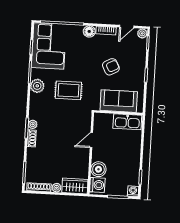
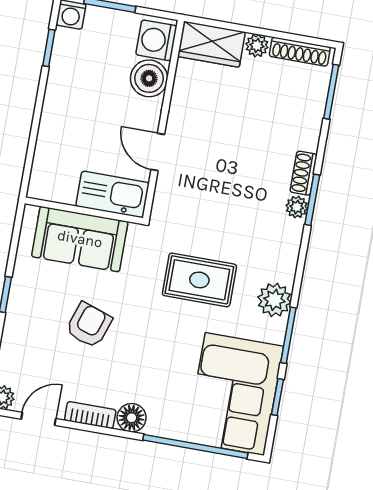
armchair: (111, 67) -> (89, 325), turned 137
kitchen sink: (127, 122) -> (113, 194), moved
door: (91, 140) -> (158, 152), swing flipped

